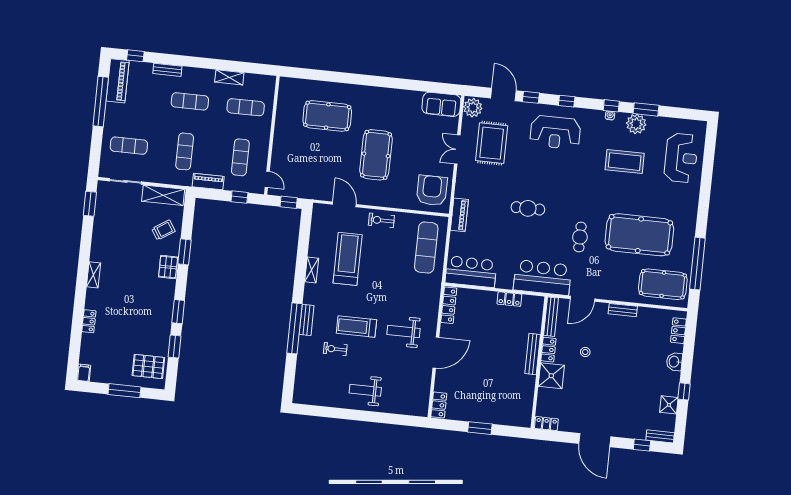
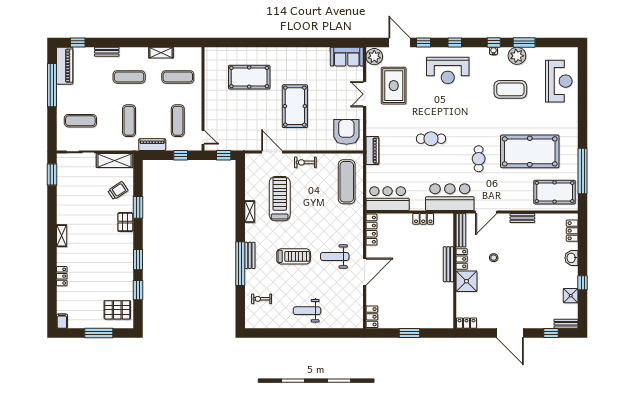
treadmill: (356, 326) -> (294, 256), turned 180
exercise bike: (335, 349) -> (262, 299), moved

